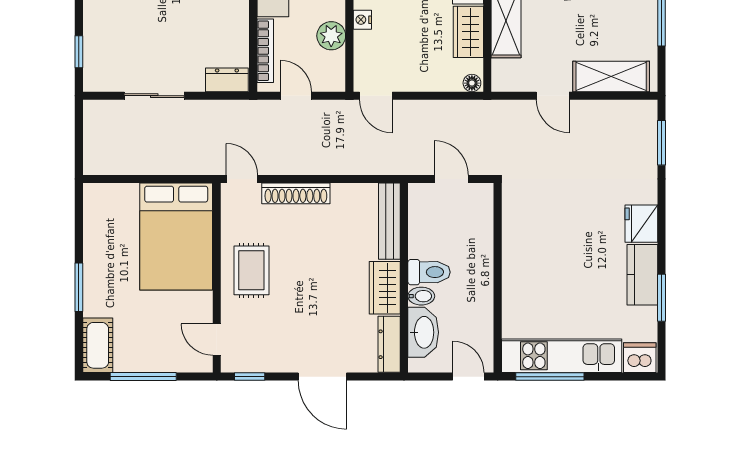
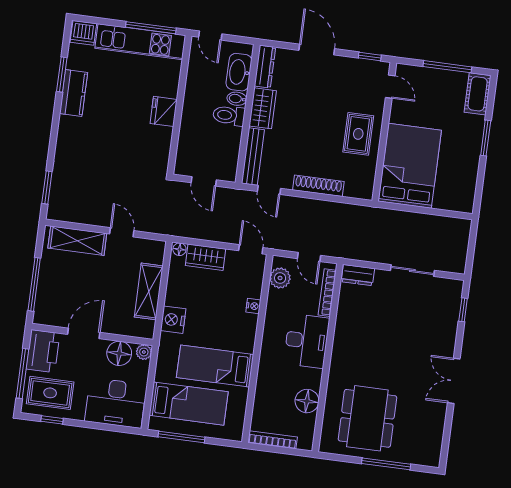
wardrobe: (468, 32) -> (206, 257), moved, turned 90
plant: (331, 36) -> (280, 278), moved
door: (242, 179) -> (269, 190), moved
fridge: (641, 224) -> (164, 111), moved, turned 180

